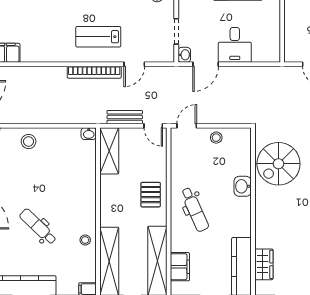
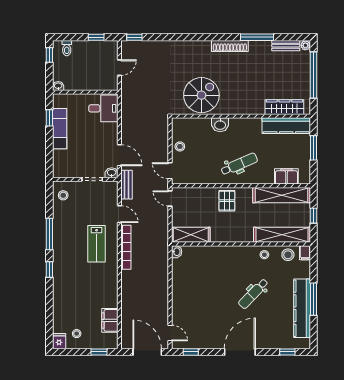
desk: (235, 45) -> (103, 108), moved
bench: (125, 117) -> (126, 185), moved
door: (153, 126) -> (170, 198), swing flipped
stool: (29, 141) -> (288, 255), moved
spiral stairs: (278, 164) -> (201, 95), turned -90
pallet: (151, 195) -> (227, 201), turned 90
wardrobe: (264, 264) -> (284, 107), width x1.50

